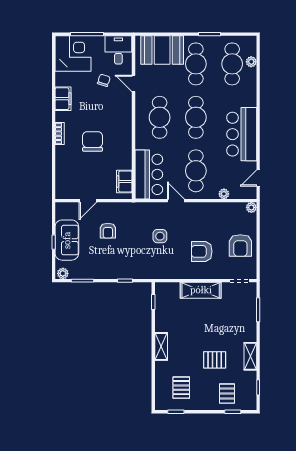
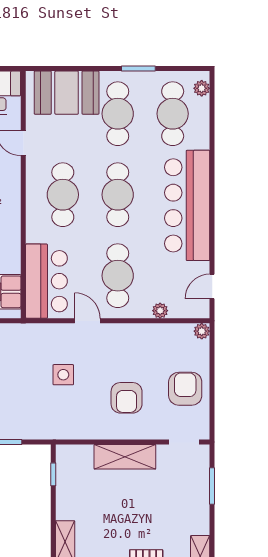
plant: (251, 62) -> (202, 88), moved
bar counter: (242, 134) -> (187, 205), width x1.36
armchair: (240, 245) -> (185, 389), turned 180
armchair: (202, 251) -> (127, 398), turned -90

